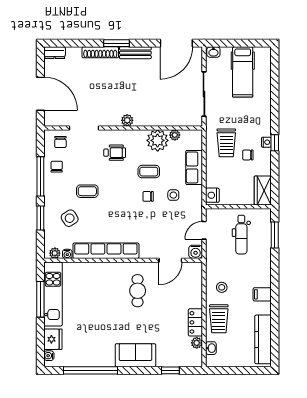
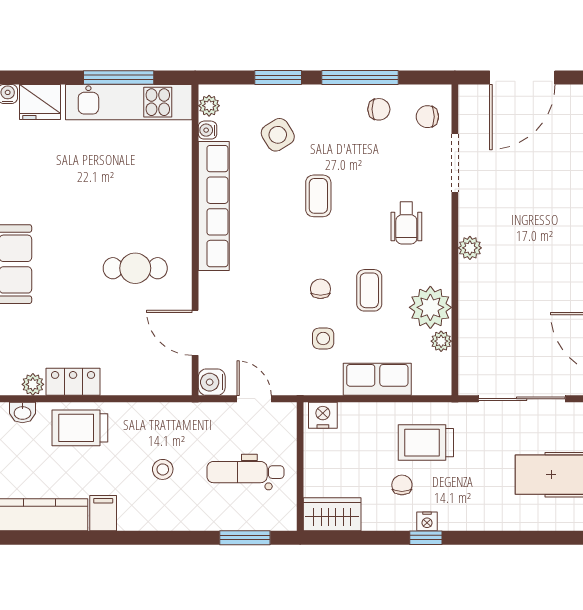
coffee table: (87, 191) -> (318, 196), moved
stool: (222, 287) -> (163, 469), moved
filing cabinet: (262, 294) -> (103, 513), moved

